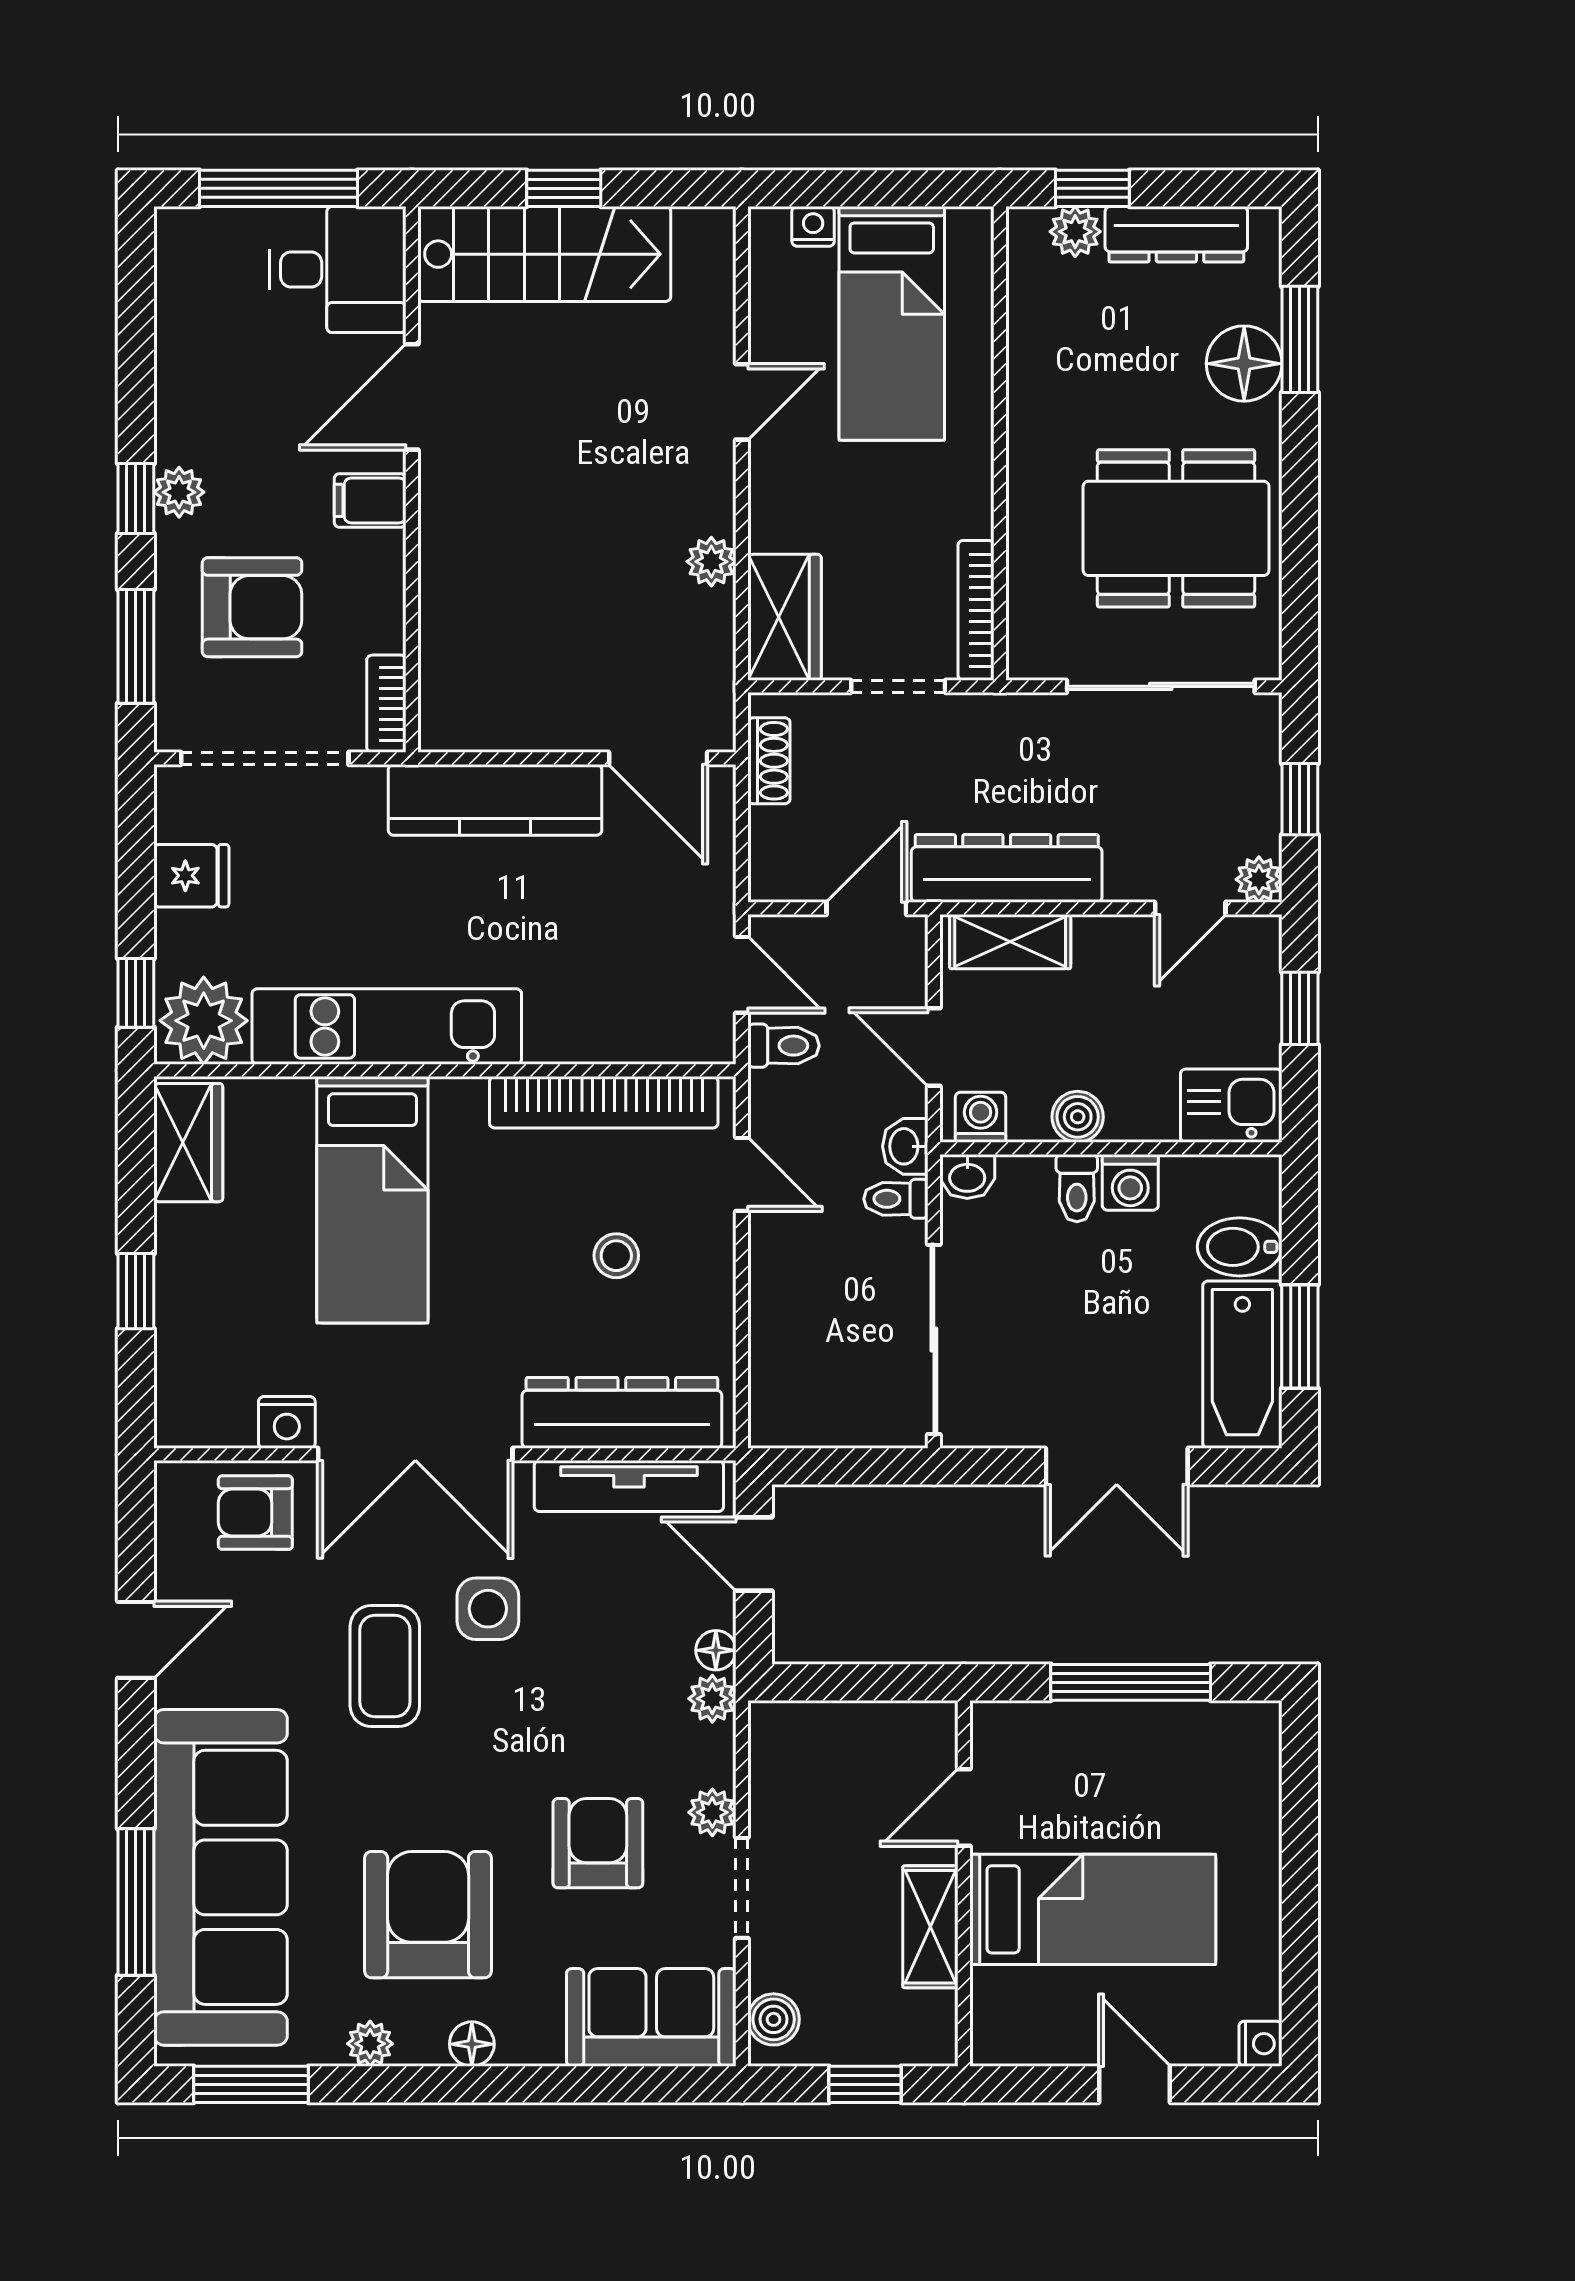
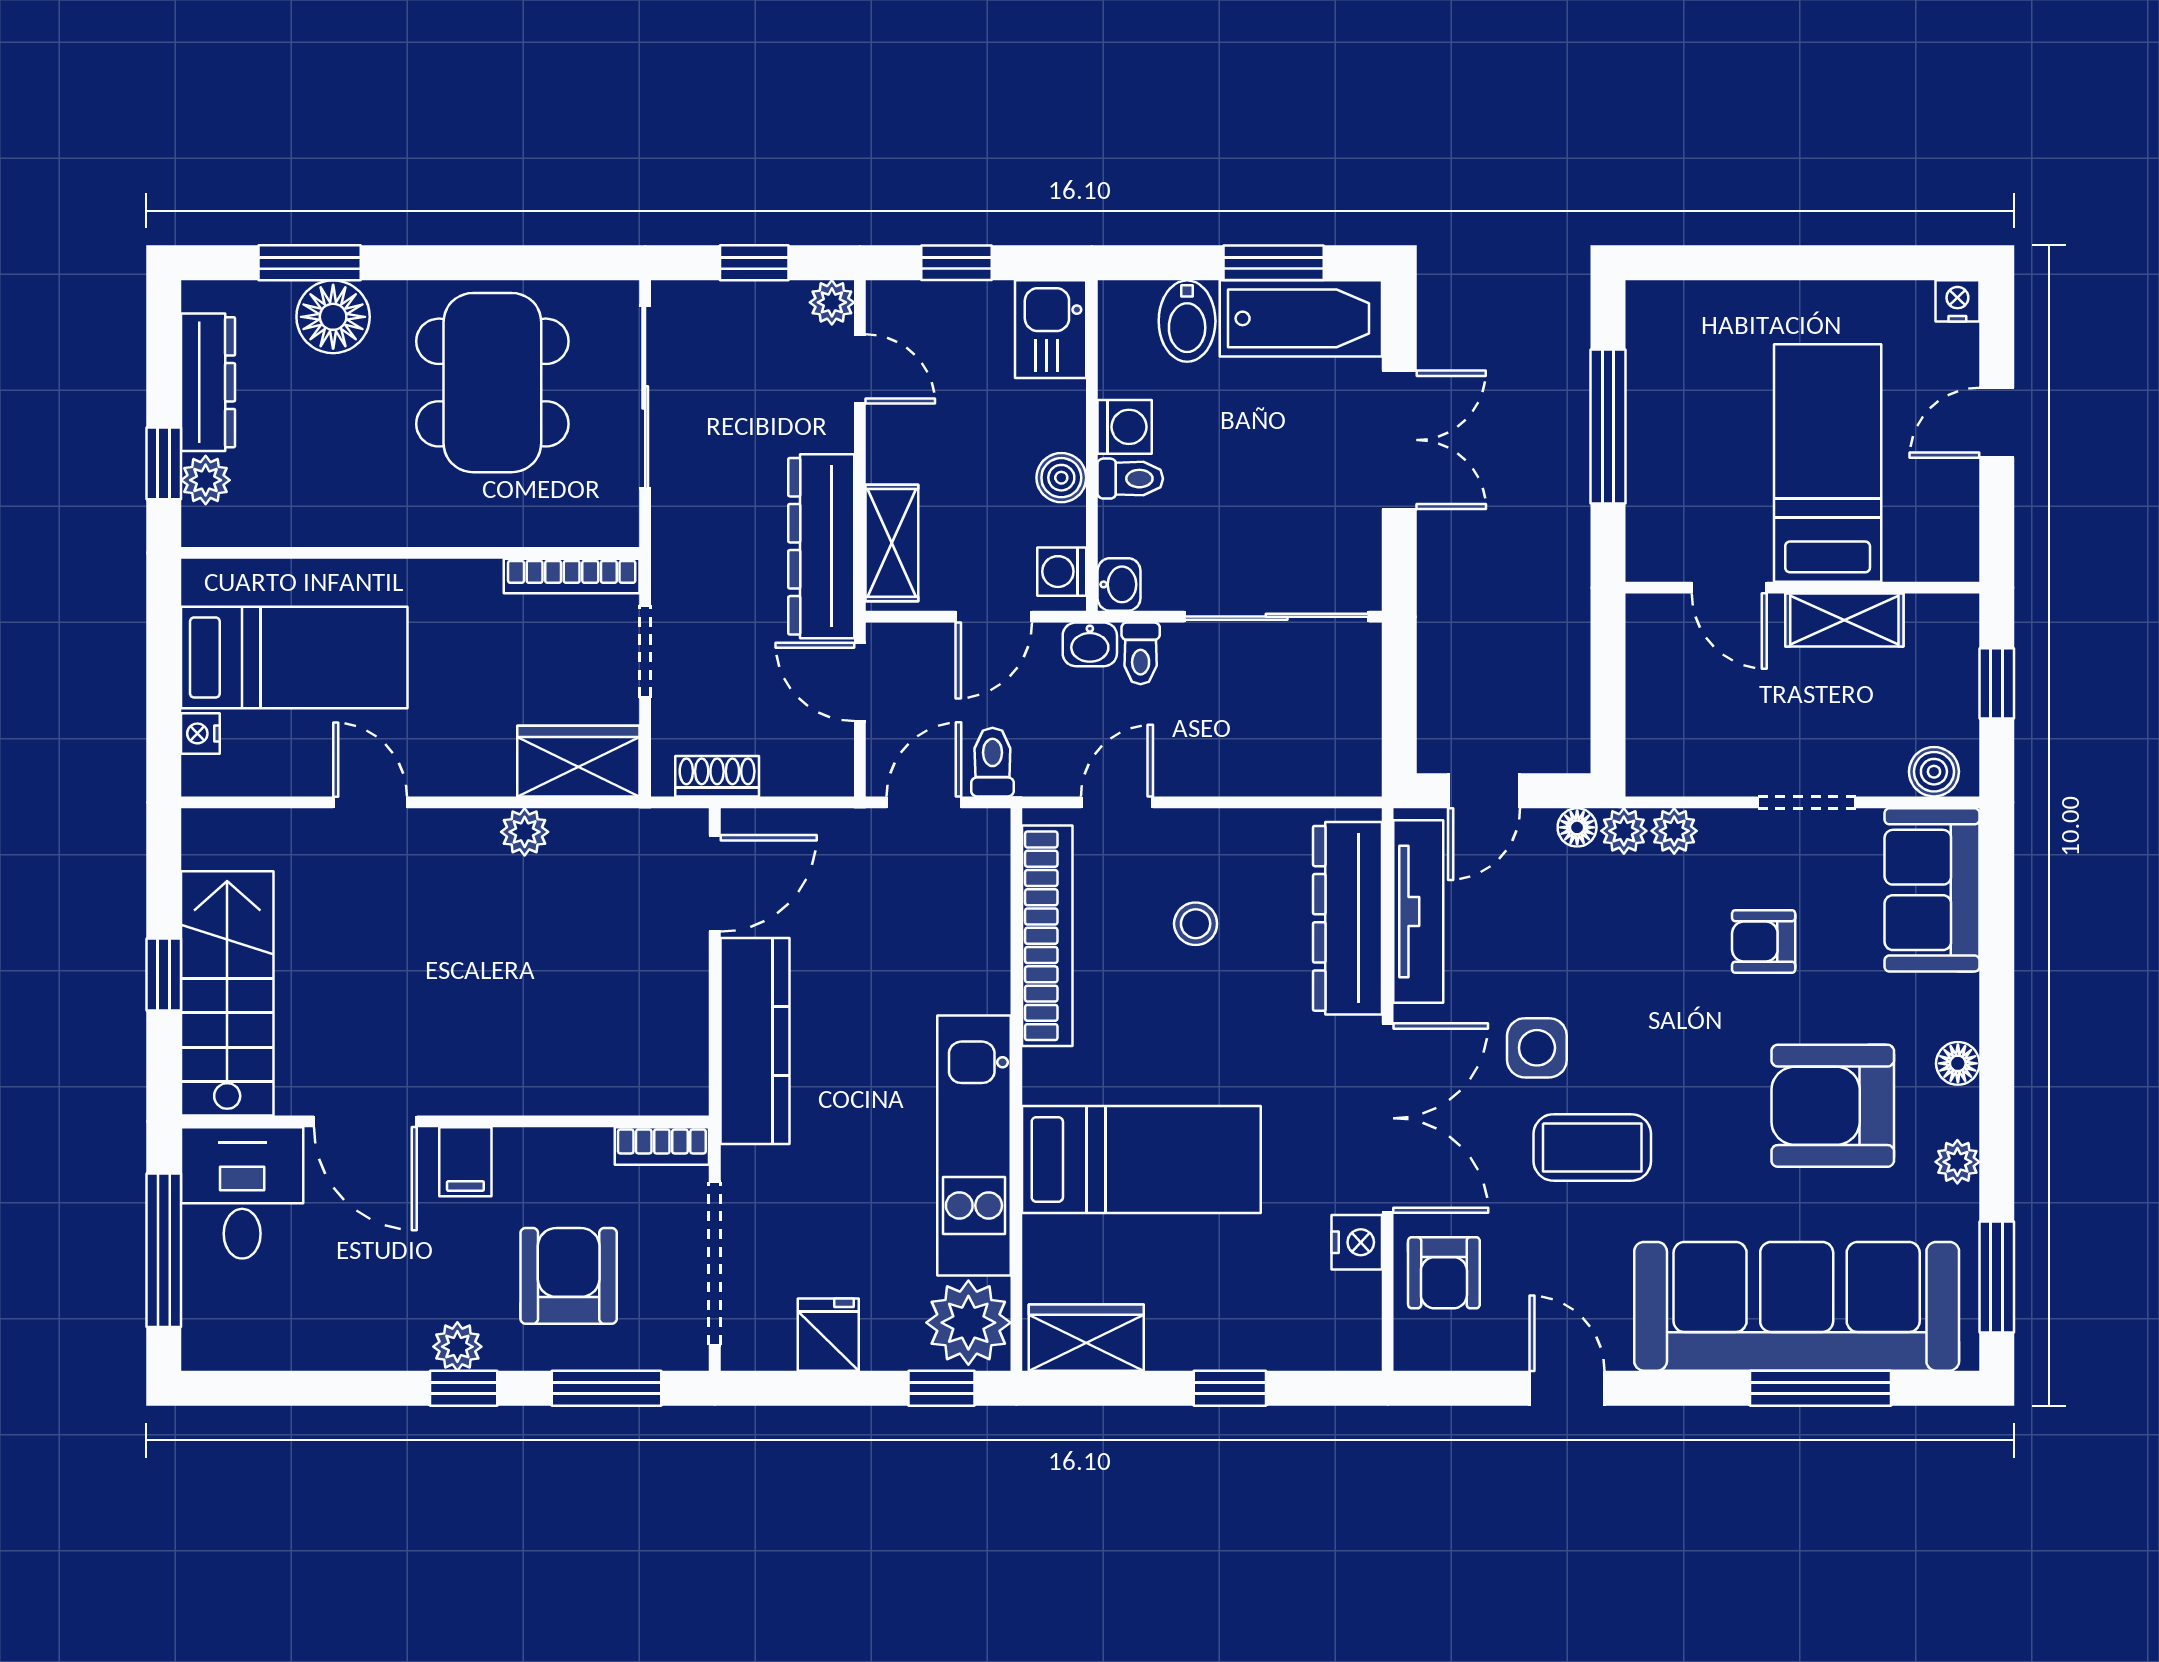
plant: (712, 1812) -> (1674, 831), moved
armchair: (598, 1843) -> (1764, 941), width x0.72, depth x0.72

